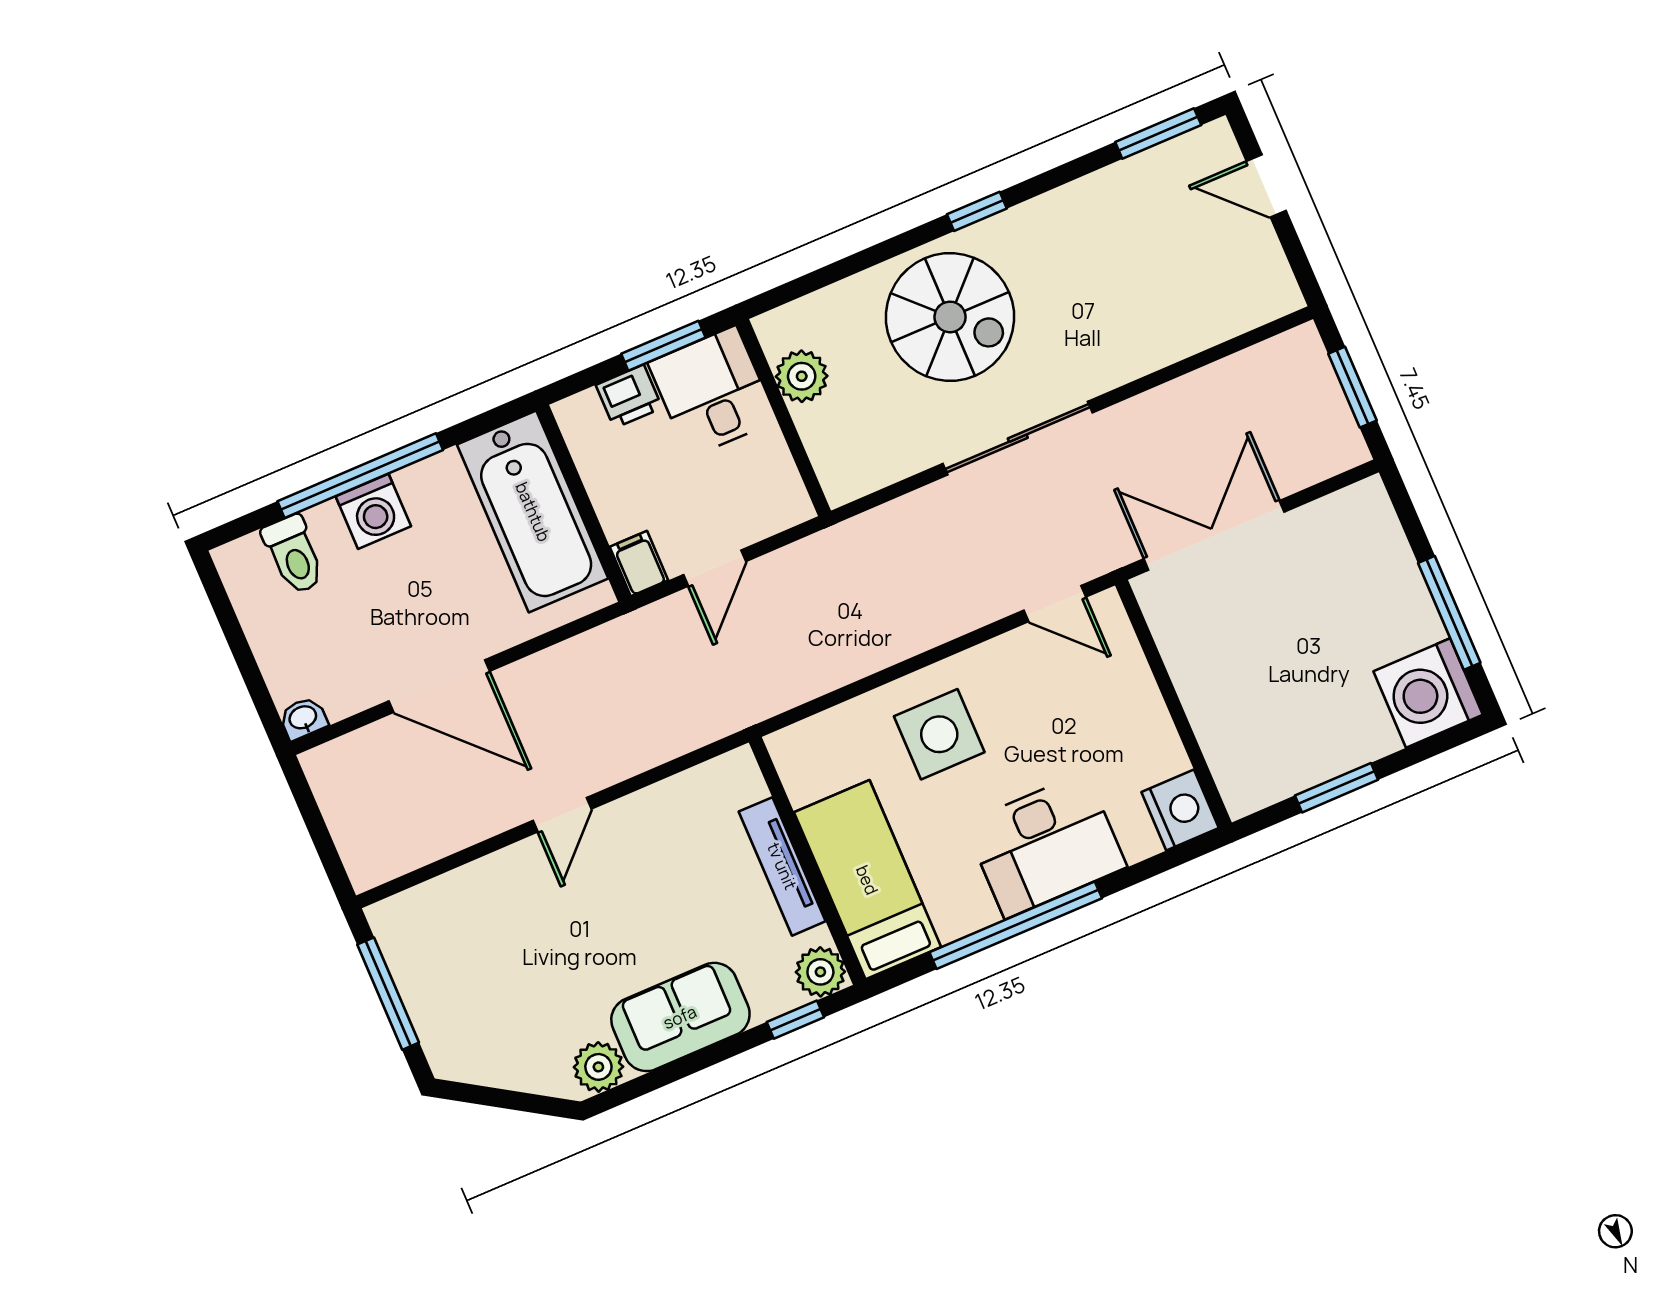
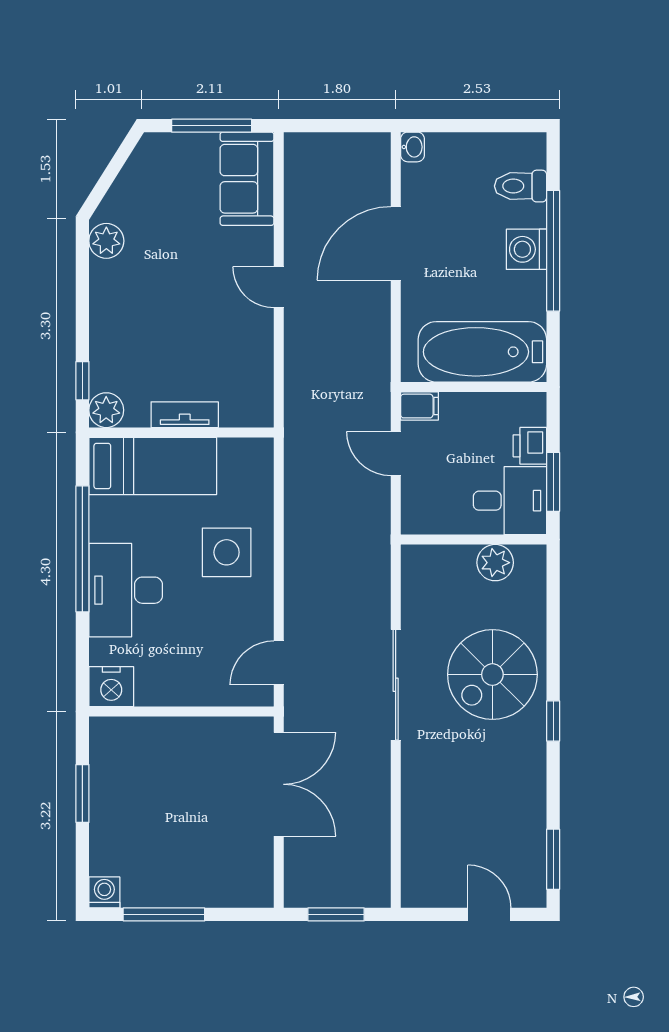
door: (1266, 186) -> (489, 914), hinge flipped
washing machine: (1428, 693) -> (104, 892), width x0.53, depth x0.53
tv unit: (782, 866) -> (185, 415), width x0.71
sofa: (680, 1017) -> (247, 179), moved, turned 180

